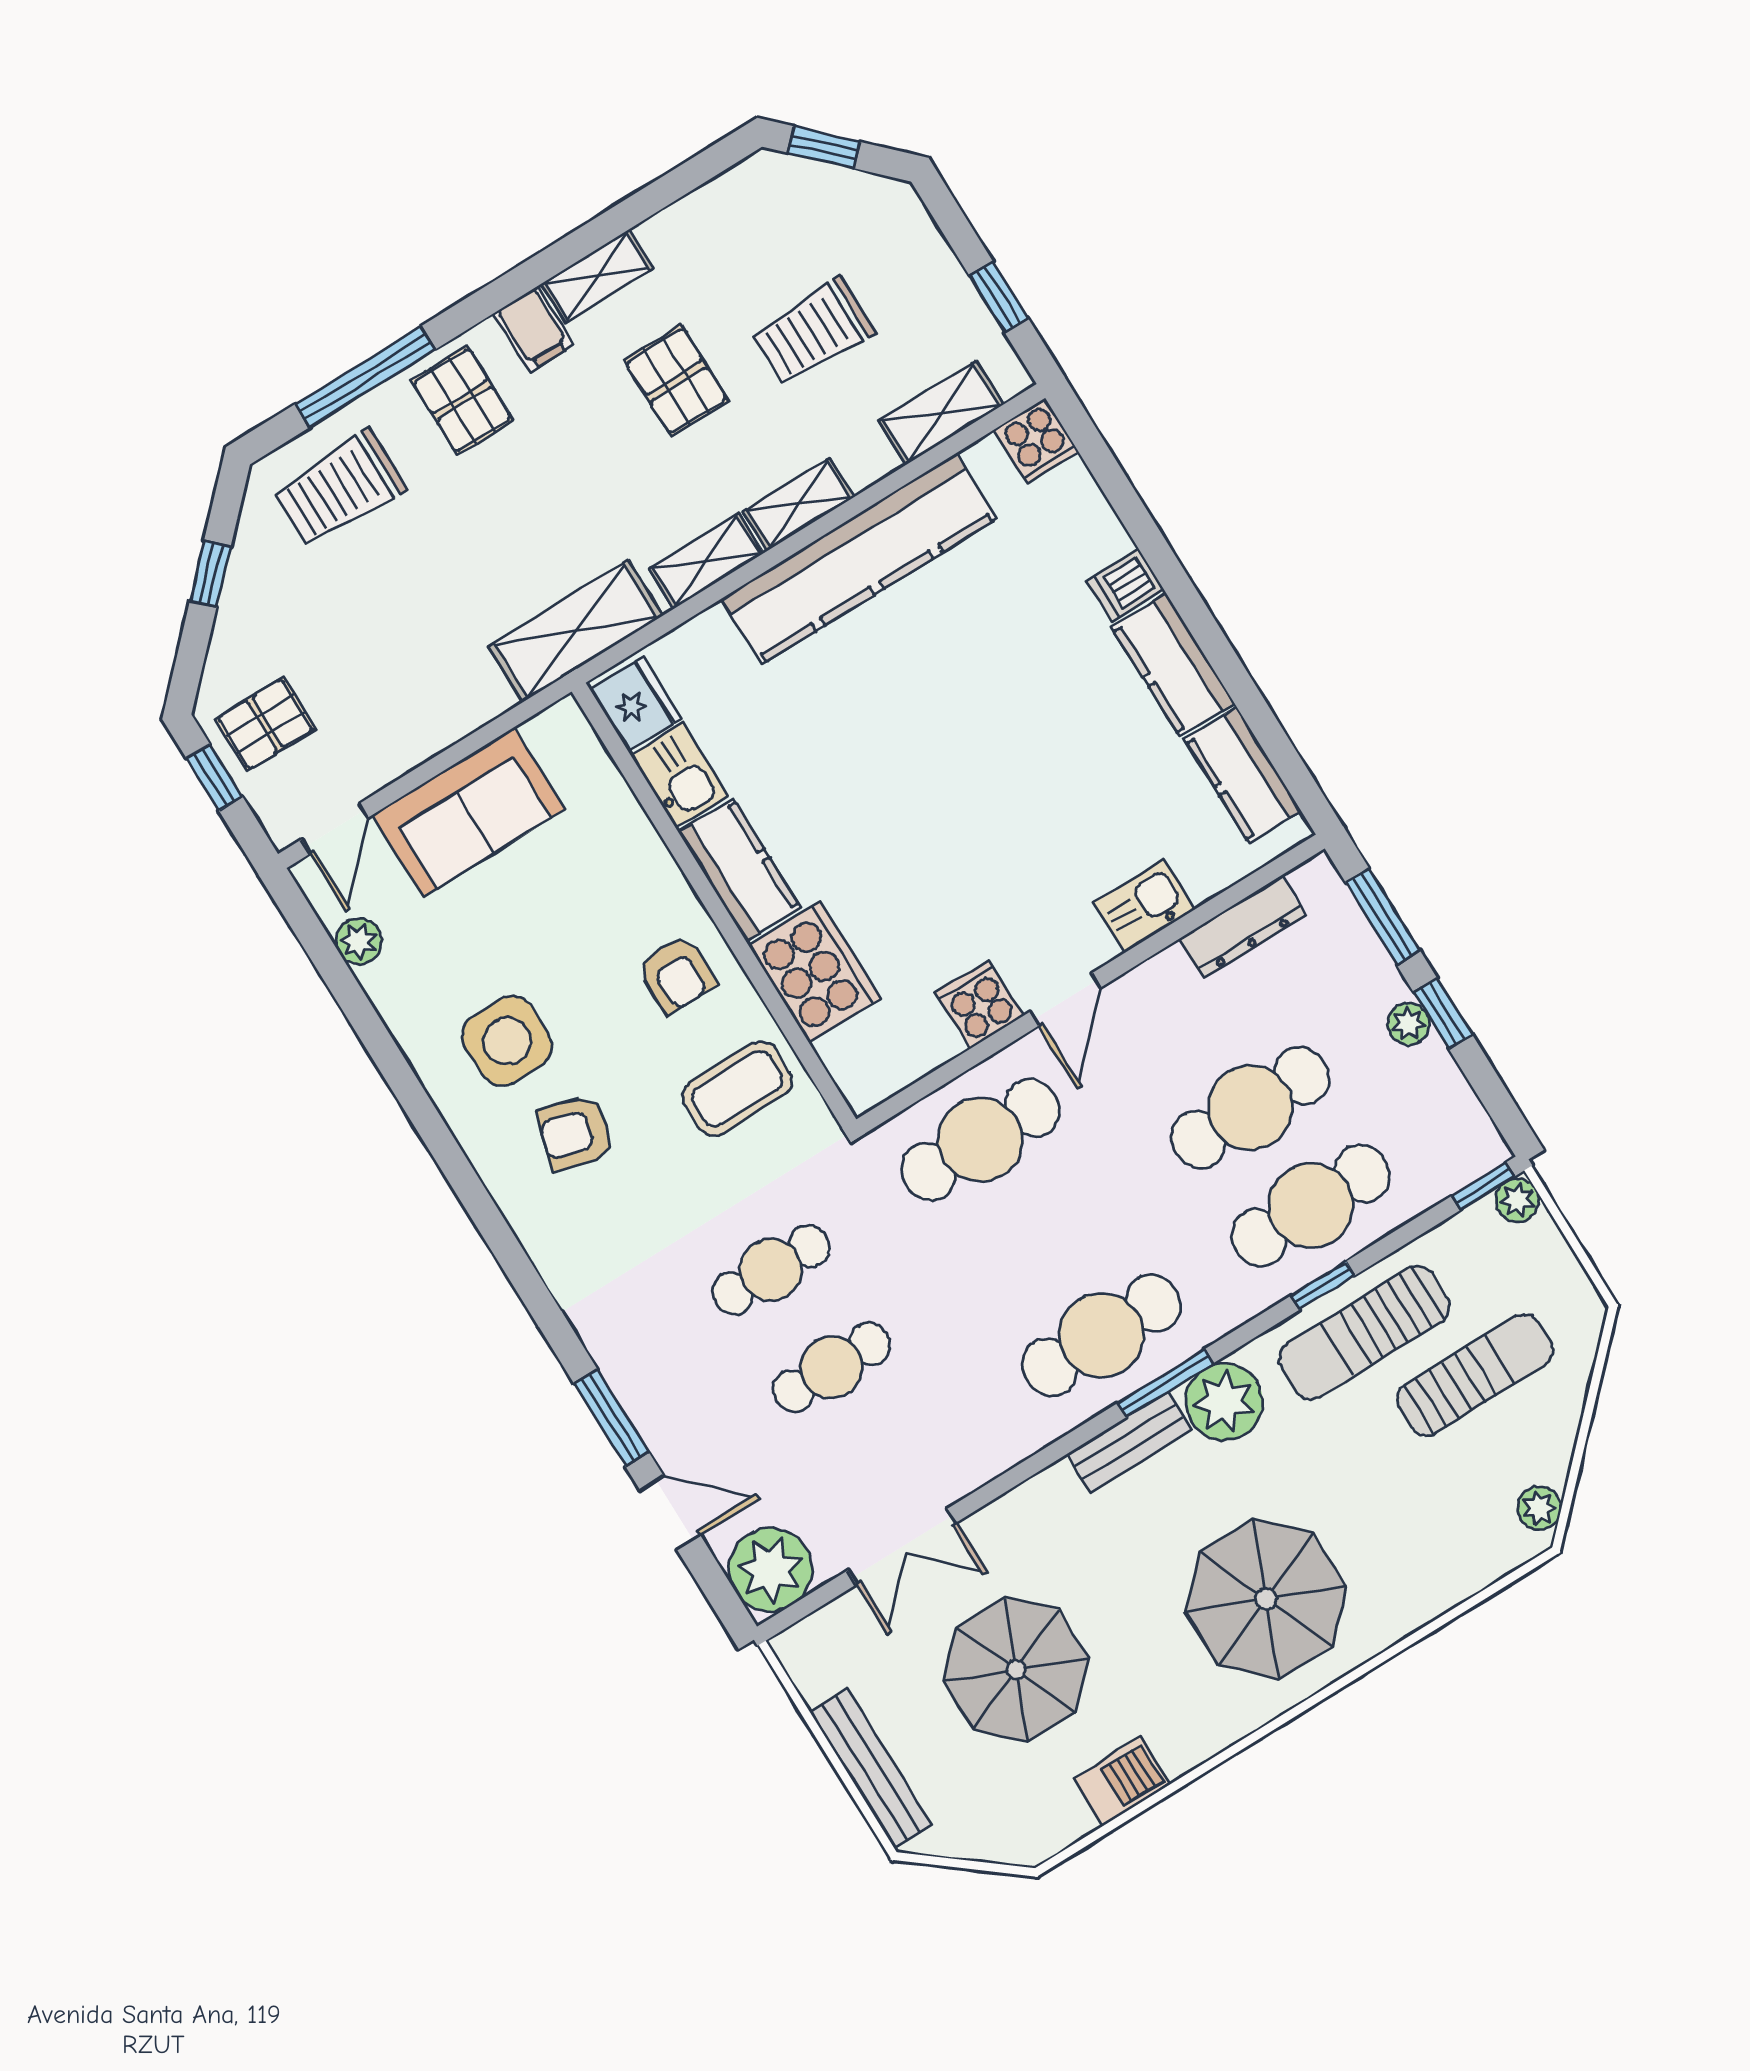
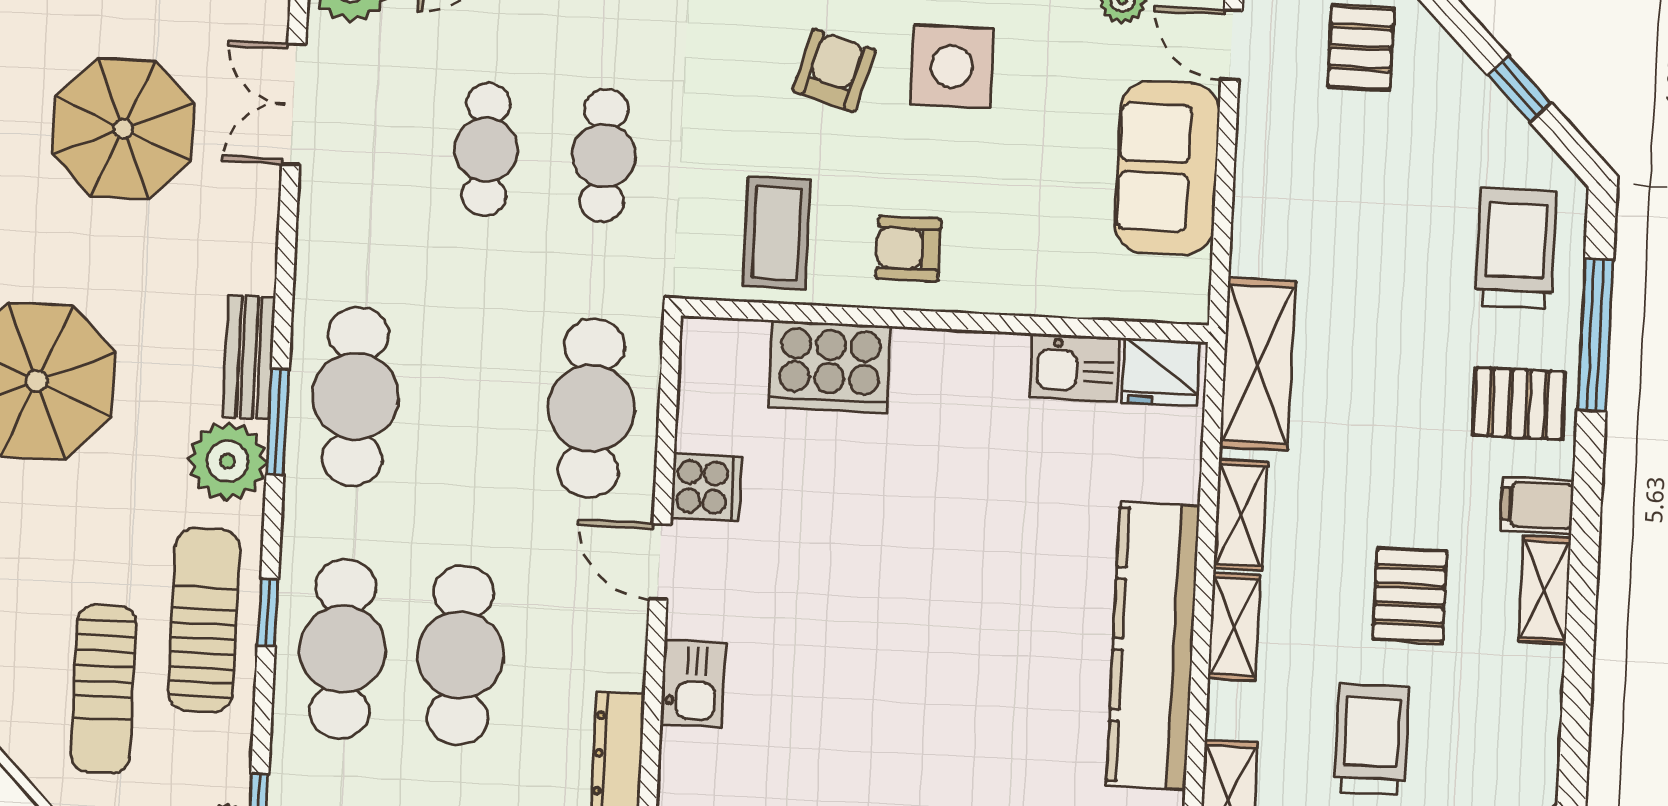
pallet: (676, 381) -> (1410, 595), turned 90
kitchen counter: (739, 870) -> (960, 363), removed

